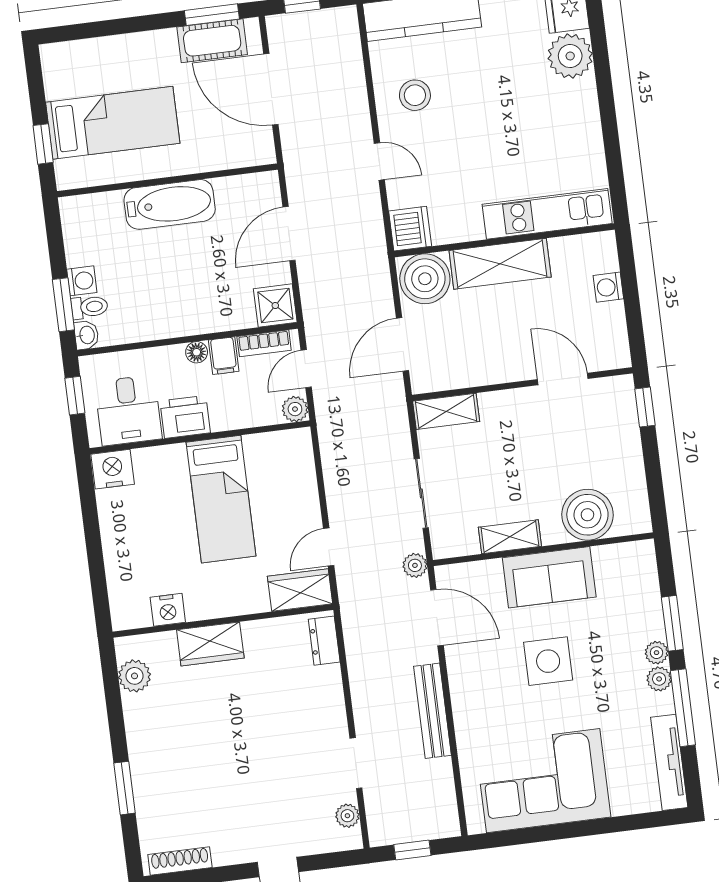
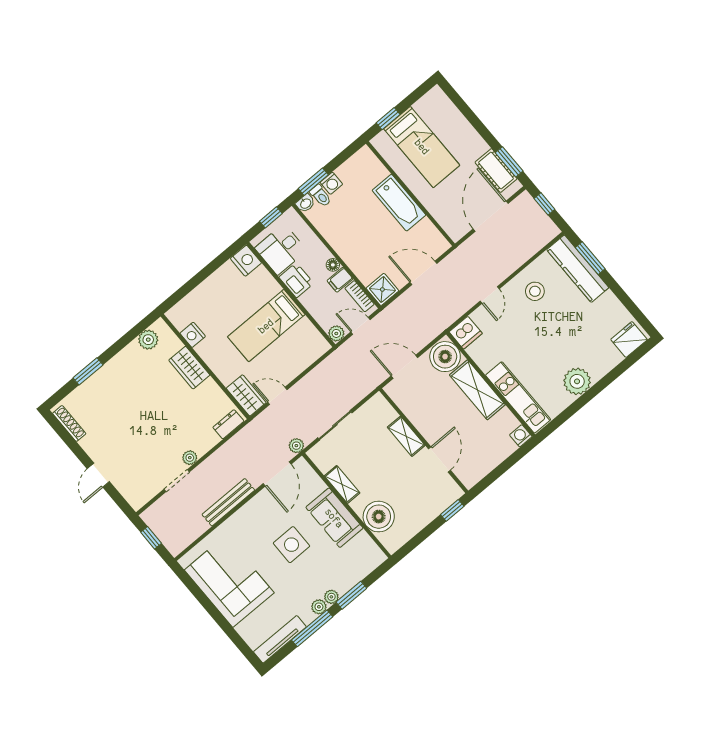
plant: (570, 56) -> (577, 381), moved
washing machine: (608, 287) -> (521, 436), moved
shelving: (446, 411) -> (406, 436), moved
plant: (347, 816) -> (190, 458), moved

